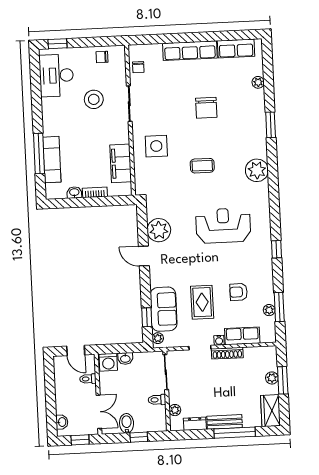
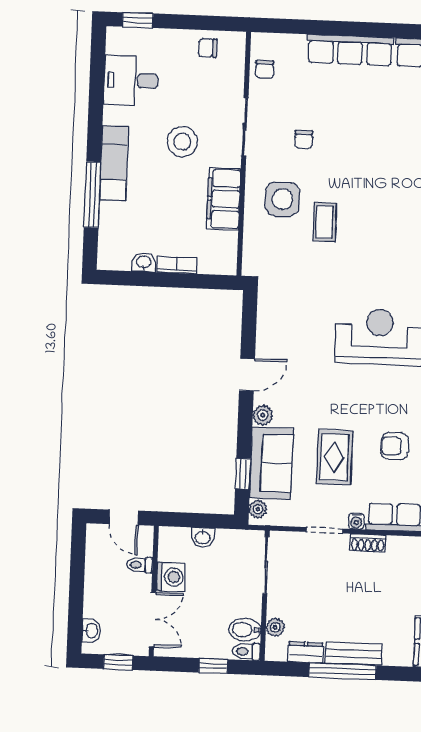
desk: (56, 75) -> (131, 80), width x0.73
stool: (94, 99) -> (182, 142), moved
chair: (206, 108) -> (304, 139), moved, width x0.54, depth x0.54
exam couch: (52, 160) -> (114, 163), moved
filing cabinet: (121, 163) -> (224, 199), moved
coffee table: (202, 166) -> (325, 222), moved, turned 90
plant: (159, 230) -> (263, 415), moved, width x0.53, depth x0.53
door: (144, 256) -> (247, 375), swing flipped
shoe rack: (227, 353) -> (368, 543), width x0.70
washing machine: (108, 362) -> (171, 577), moved, turned -90
toilet: (157, 400) -> (246, 651), moved
bidet: (127, 423) -> (245, 630), moved, turned -90
window: (235, 433) -> (342, 671), moved

